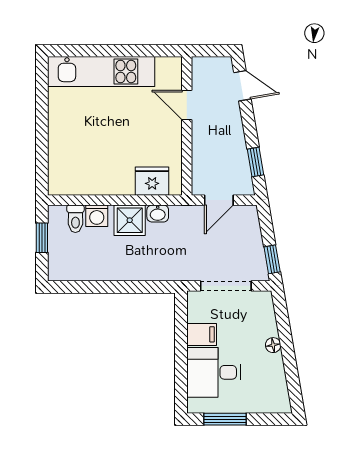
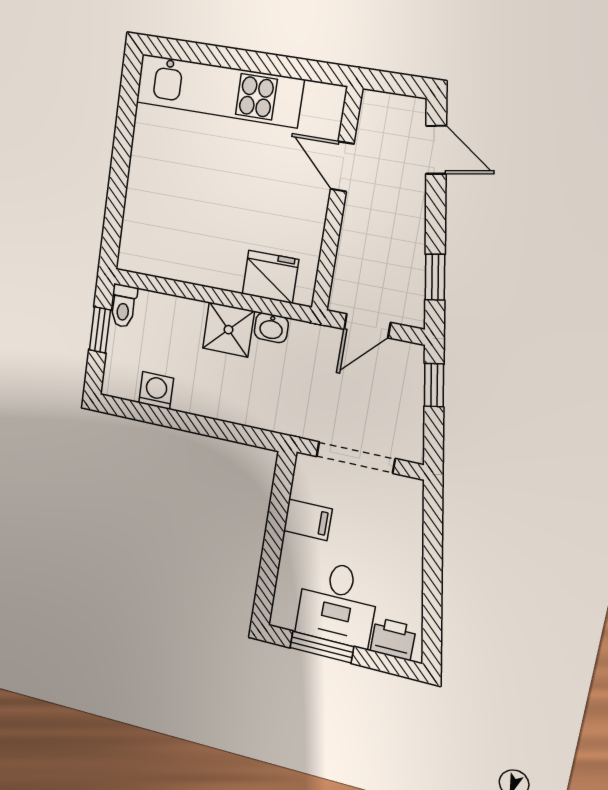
washing machine: (97, 216) -> (156, 391), moved, turned 180
toilet: (75, 219) -> (123, 306), moved
window: (272, 259) -> (434, 385), moved
floor lamp: (273, 345) -> (412, 560), removed
desk: (214, 372) -> (337, 604), moved, turned -90
printer: (271, 401) -> (393, 639), added

